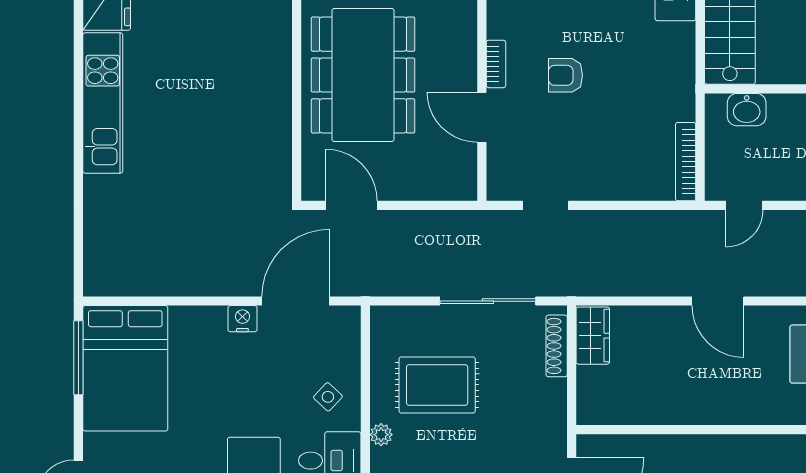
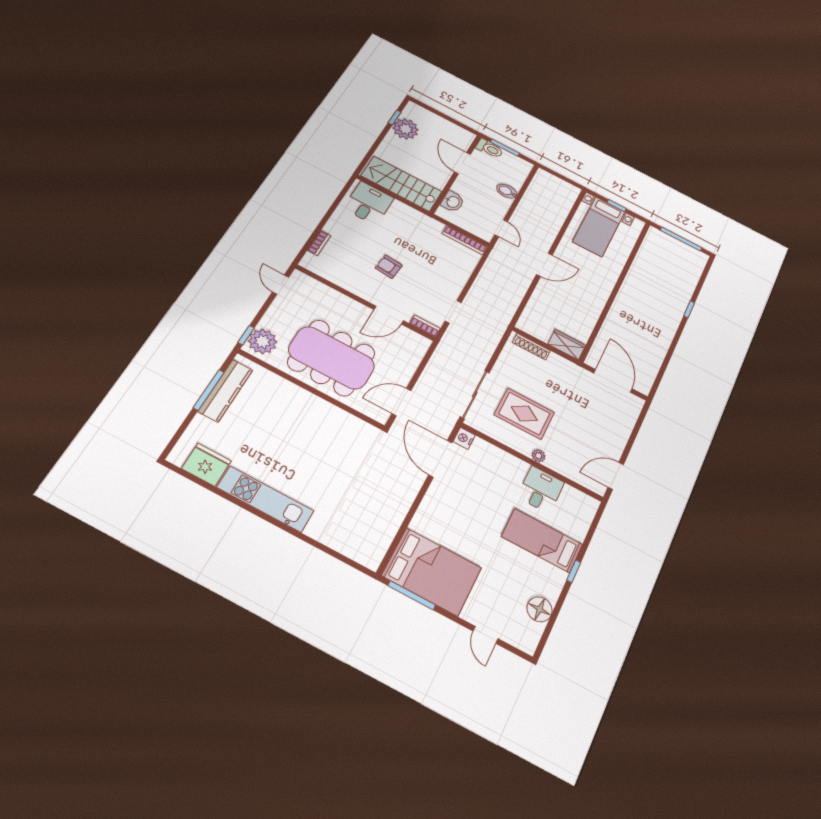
bookcase: (496, 64) -> (425, 326), moved
armchair: (565, 75) -> (389, 267), turned 95
sliding door: (488, 301) -> (475, 394), moved
nightstand: (242, 319) -> (464, 438), moved
wardrobe: (593, 336) -> (567, 345), moved
rug: (437, 385) -> (524, 414), turned 90
side table: (328, 397) -> (504, 471), removed

